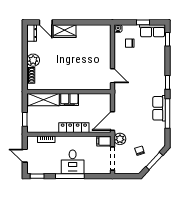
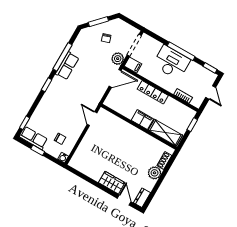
desk: (73, 162) -> (171, 62), width x1.37

